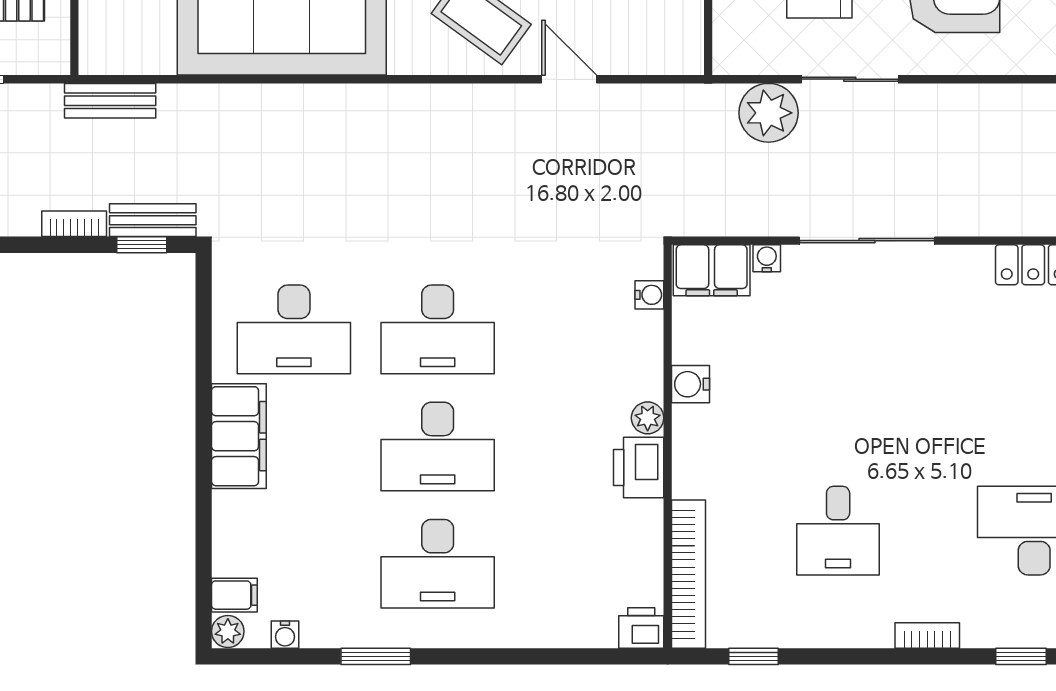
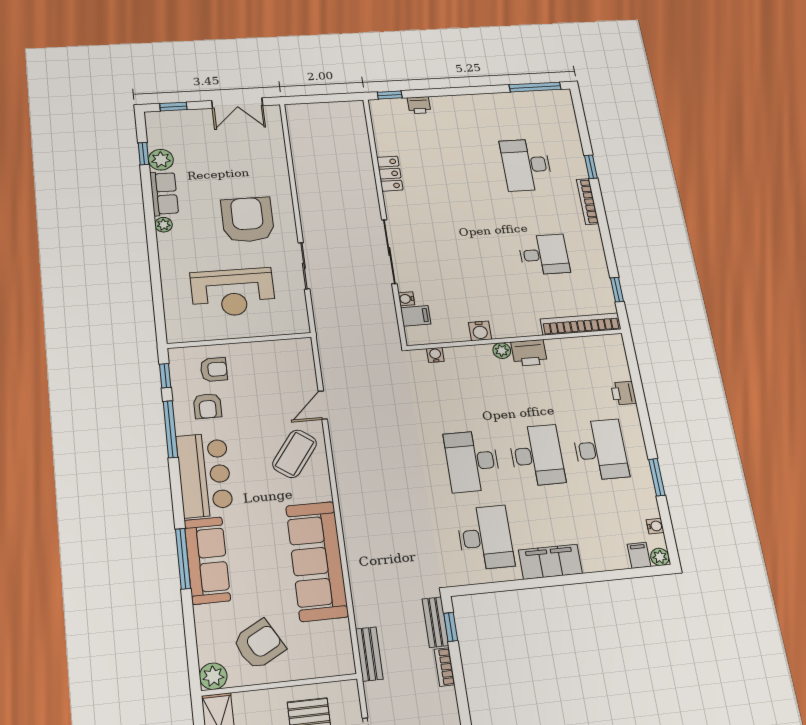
plant: (769, 113) -> (328, 304), removed
filing cabinet: (712, 270) -> (416, 316), width x0.50
desk: (438, 329) -> (472, 461), turned 180
printer: (641, 628) -> (624, 393), moved
bookcase: (927, 635) -> (588, 202), width x1.56

